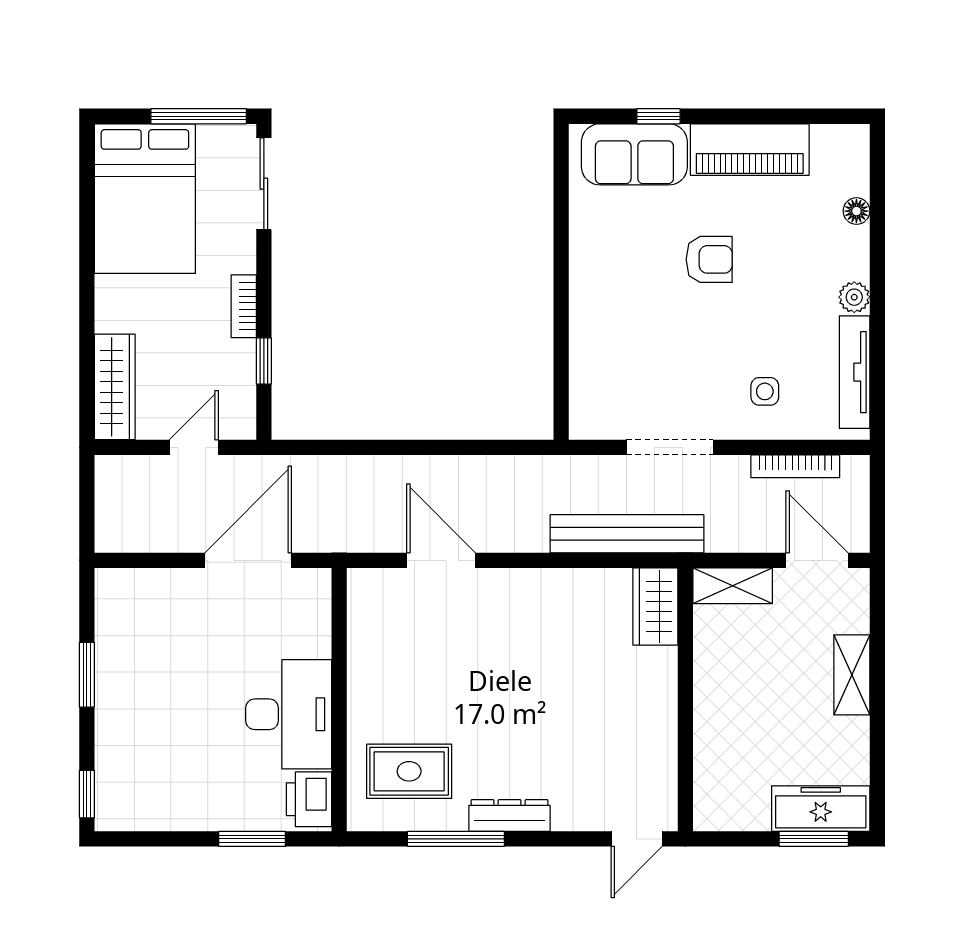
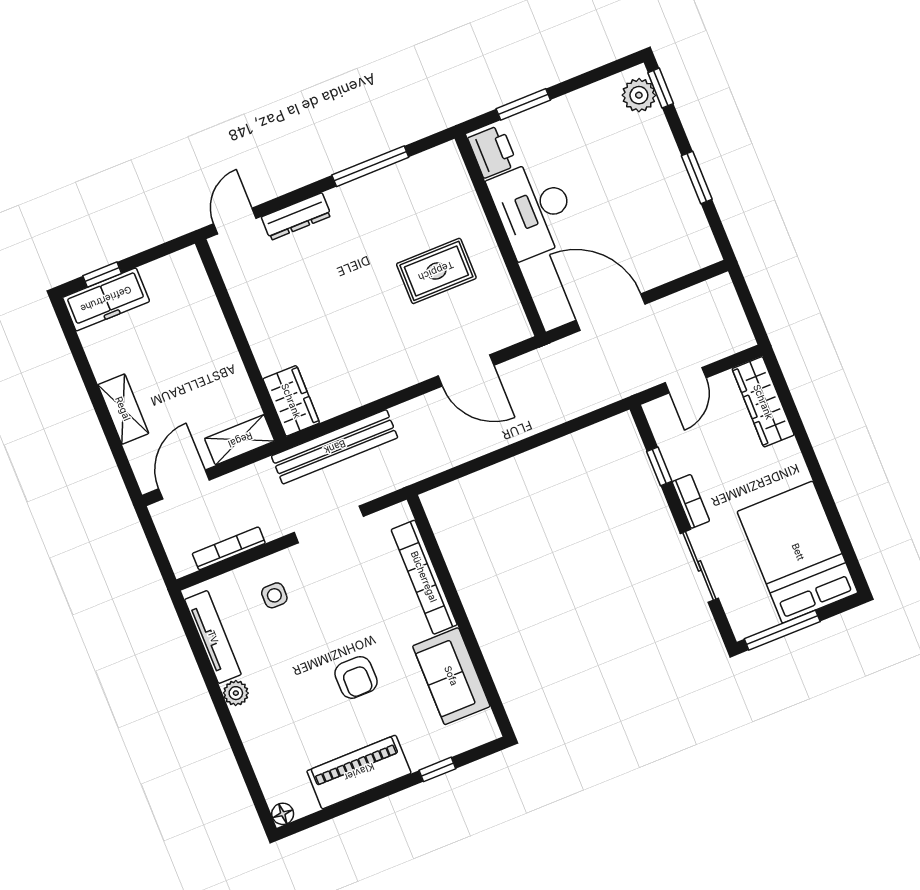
sofa: (634, 154) -> (451, 676), moved, turned -90
sliding door: (264, 184) -> (699, 566), moved
floor lamp: (856, 211) -> (283, 814), moved
armchair: (709, 259) -> (356, 677), turned -90
bookcase: (585, 343) -> (424, 577), added
door: (248, 560) -> (611, 312), swing flipped
door: (817, 560) -> (184, 484), swing flipped
rug: (409, 771) -> (436, 271), moved
plant: (115, 796) -> (639, 95), added
dresser: (510, 816) -> (296, 217), moved
window: (814, 839) -> (102, 275), width x0.67

